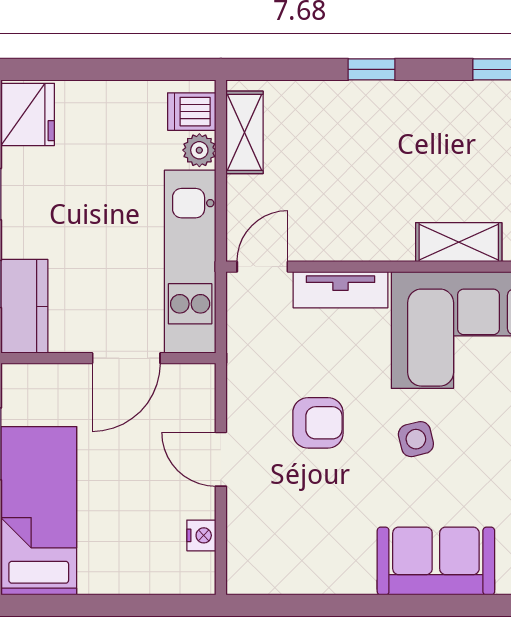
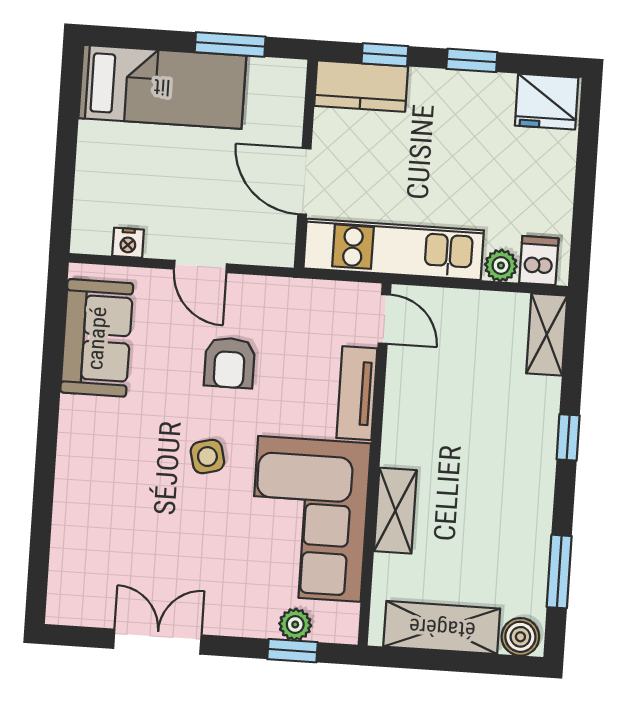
shelving: (244, 132) -> (547, 335), moved, turned 90
door: (221, 459) -> (200, 266), swing flipped
sofa: (436, 561) -> (97, 338), moved

